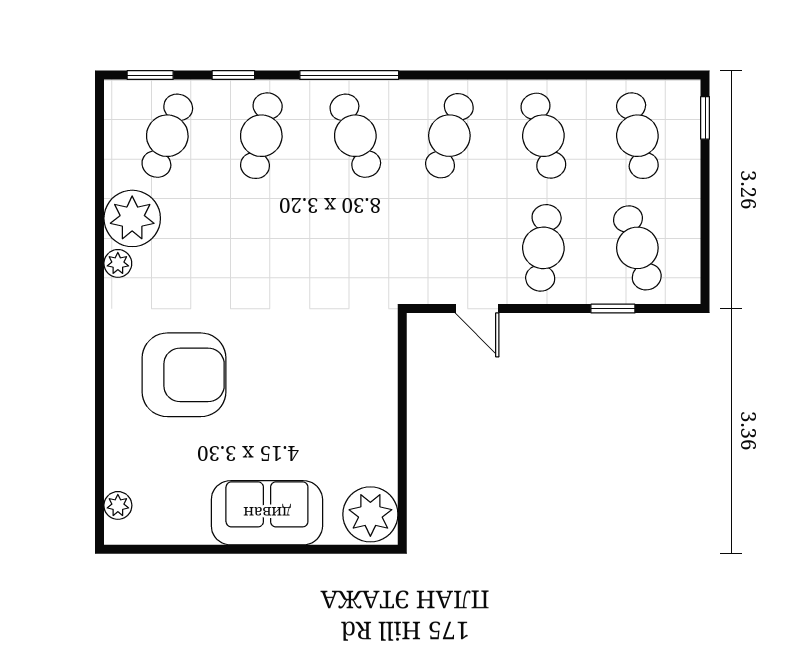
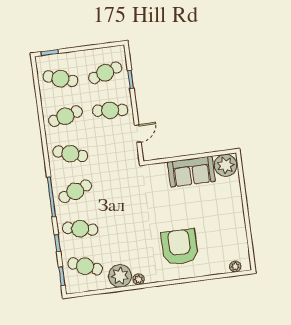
cafe table: (637, 136) -> (60, 79), turned 30
sofa: (267, 513) -> (191, 172), moved, turned -90

